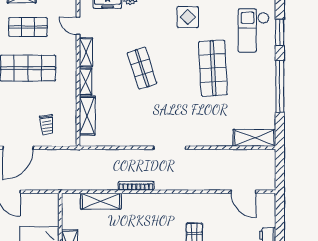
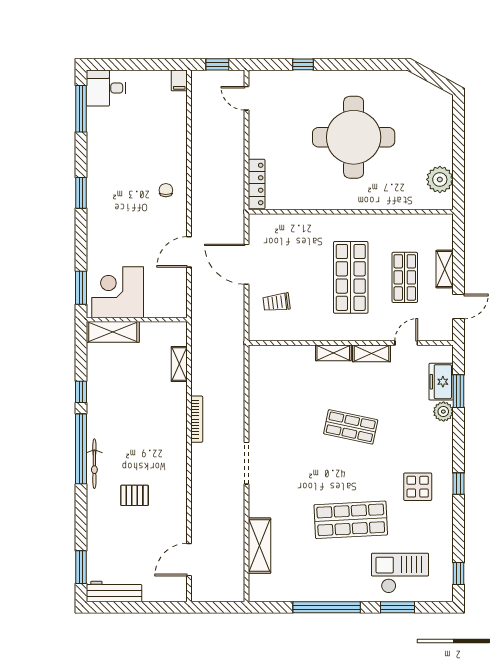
shop shelf: (142, 68) -> (351, 427), turned 30
shelving: (87, 116) -> (289, 355), removed
shelving: (254, 138) -> (259, 546), moved
shelving: (101, 201) -> (179, 364), width x0.67, depth x0.75

